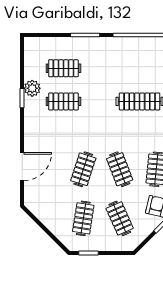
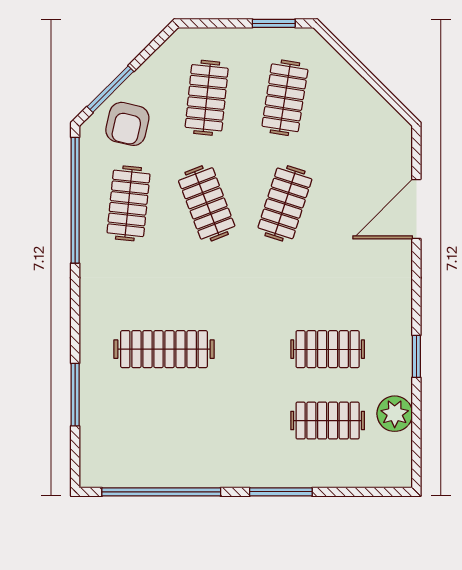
plant: (32, 88) -> (395, 414), moved
clothes rail: (120, 218) -> (207, 98), turned 30

